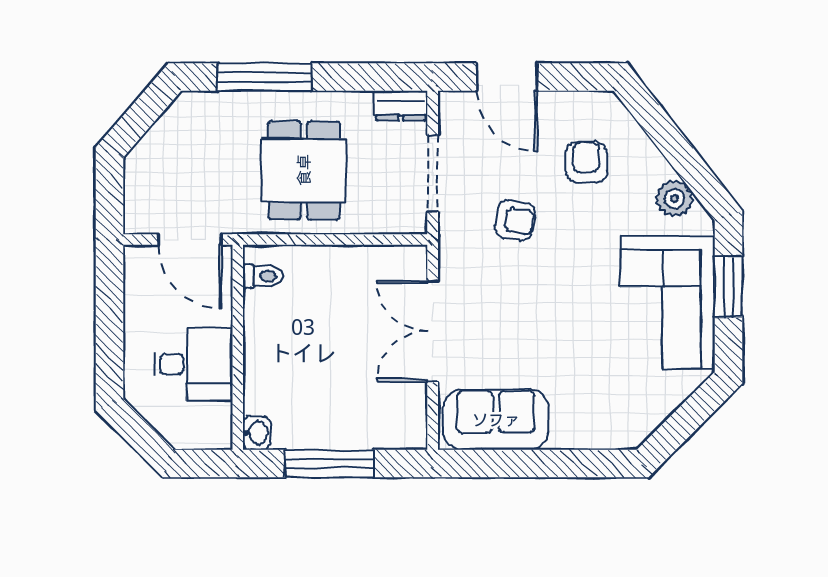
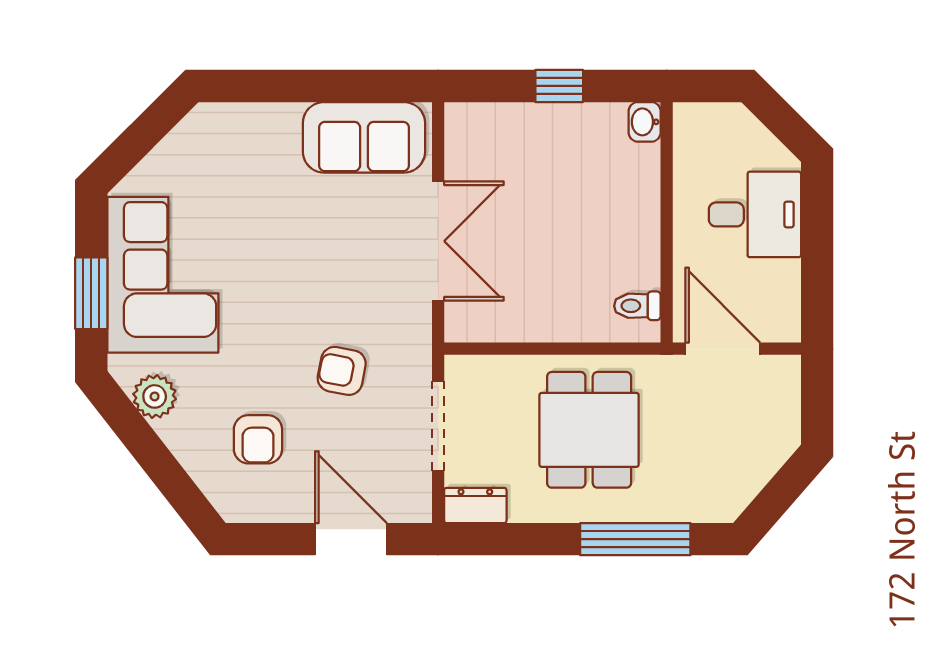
desk: (193, 364) -> (755, 214), moved, turned 180
window: (329, 463) -> (559, 86), width x0.46

